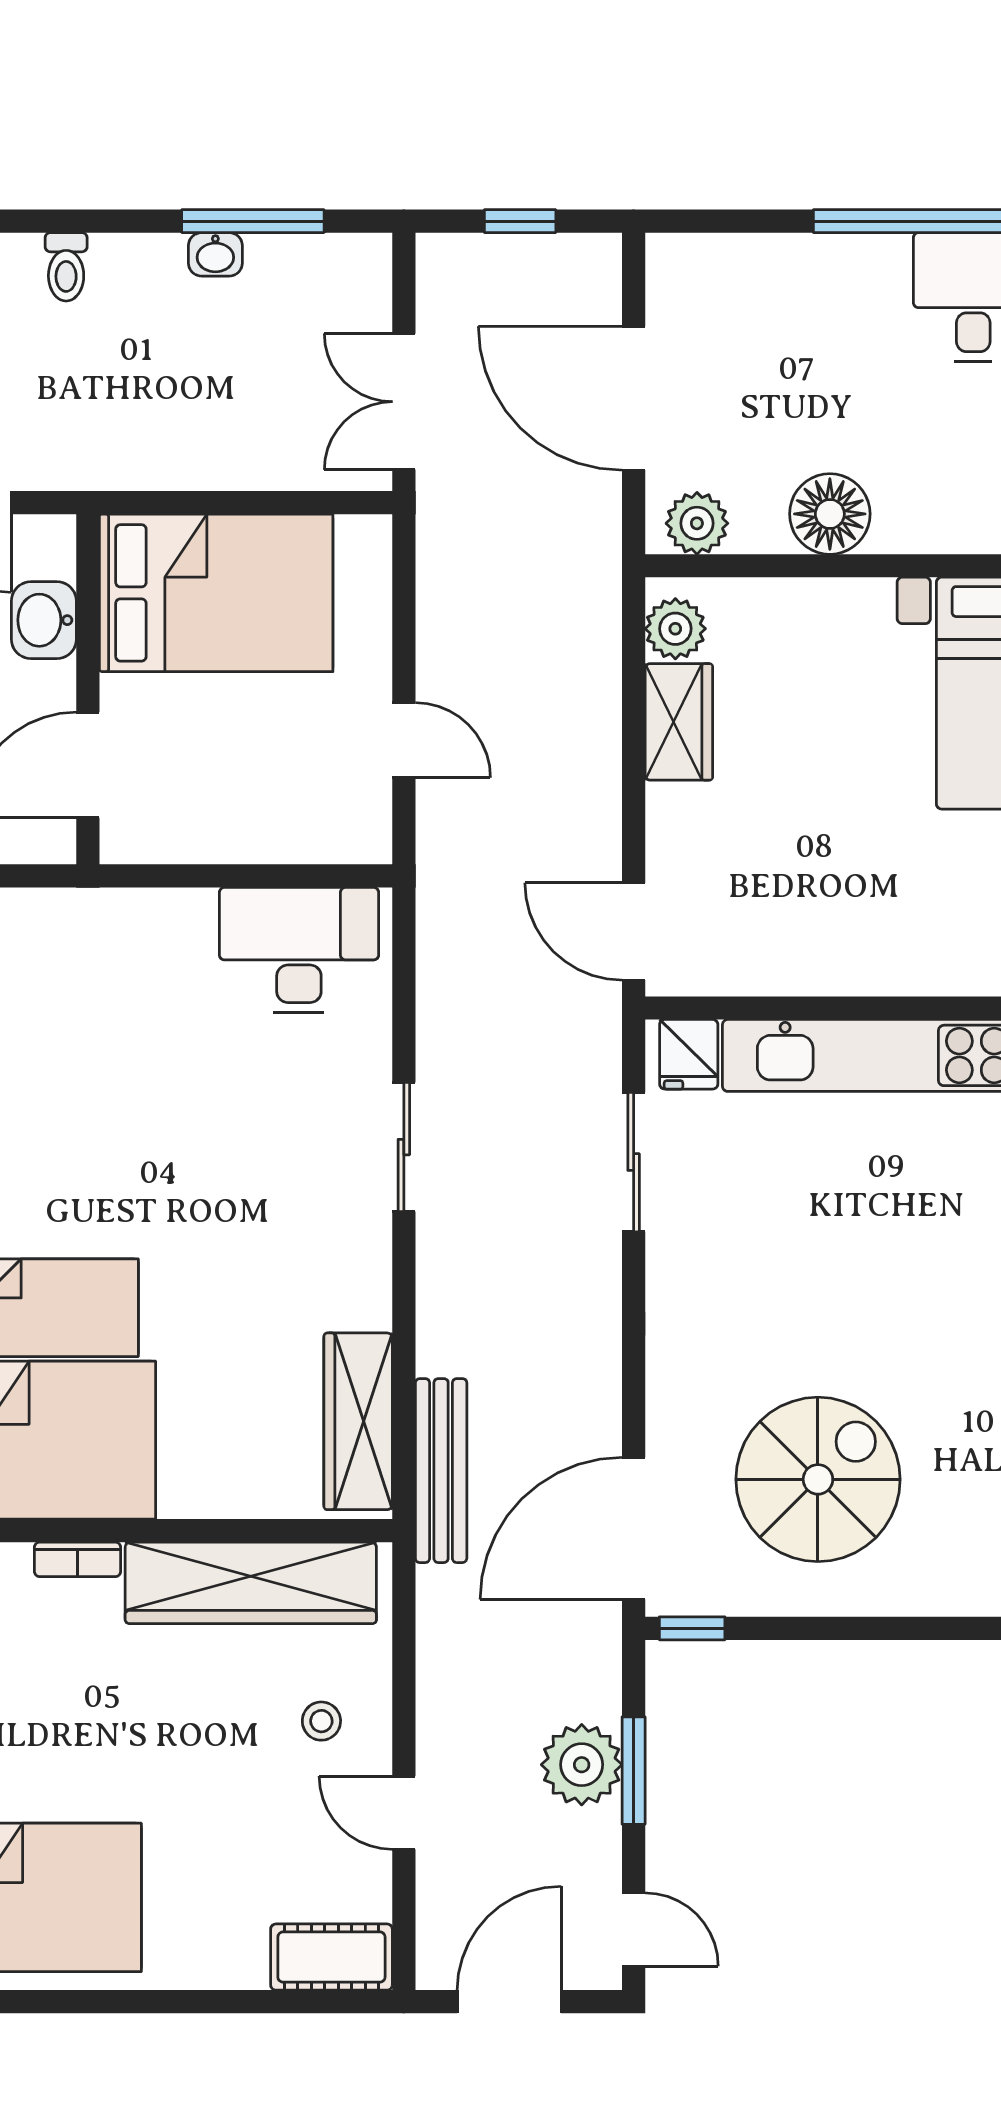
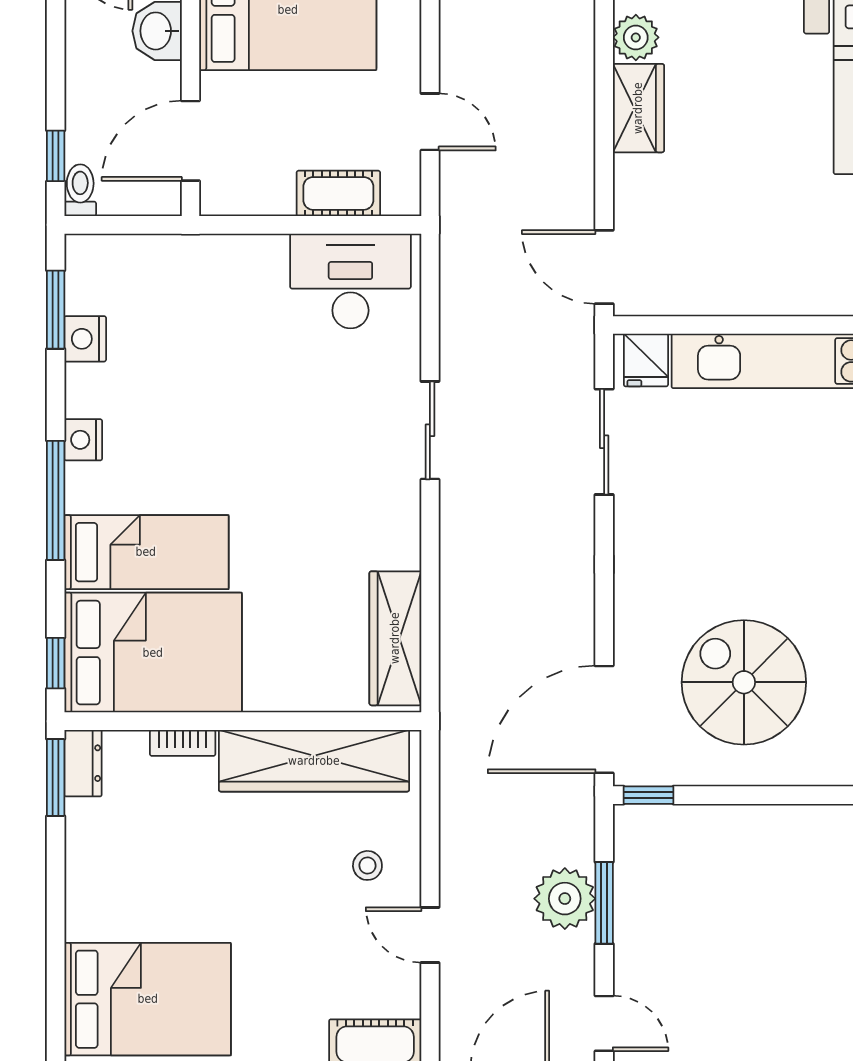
cot: (283, 834) -> (338, 193), added
bench: (441, 1471) -> (458, 676), removed
spiral stairs: (818, 1479) -> (744, 682), turned -90

